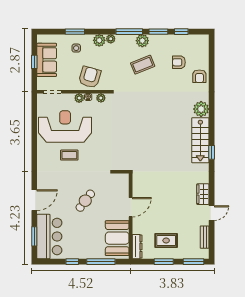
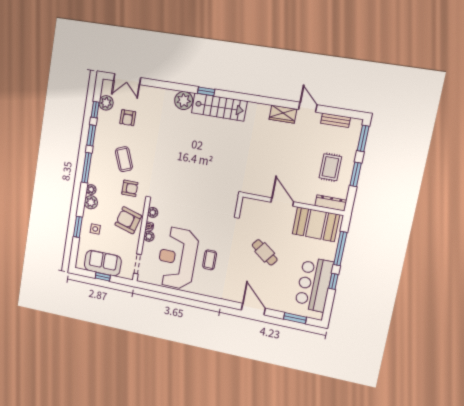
plant: (142, 41) -> (106, 103), moved
double door: (212, 56) -> (127, 79), added
armchair: (199, 76) -> (130, 188), moved
window: (212, 152) -> (206, 91), moved
bar counter: (49, 236) -> (314, 284), moved, turned -90

